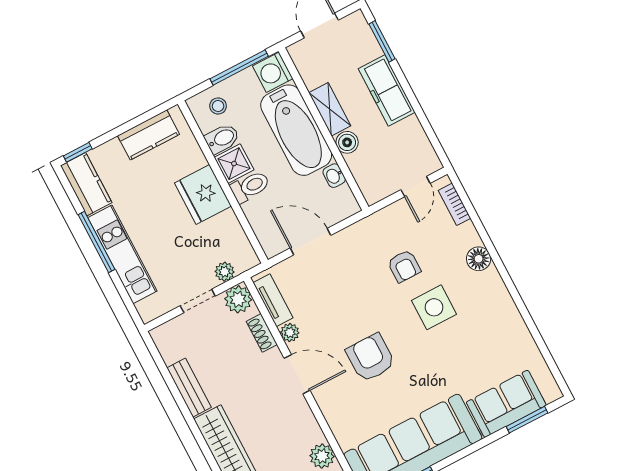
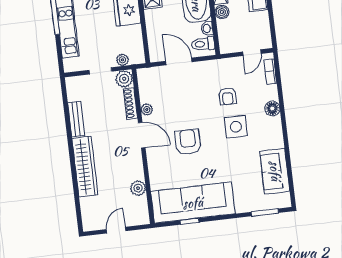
toilet: (250, 187) -> (203, 44), moved, turned 180
tv unit: (273, 300) -> (144, 87), removed
shoe rack: (262, 333) -> (130, 104), width x1.43
sofa: (506, 404) -> (275, 171), moved, turned -90

